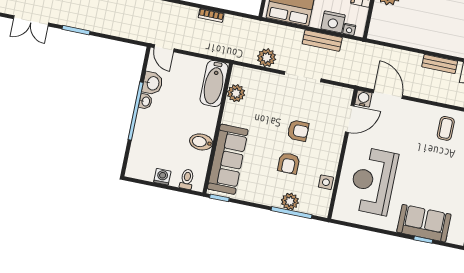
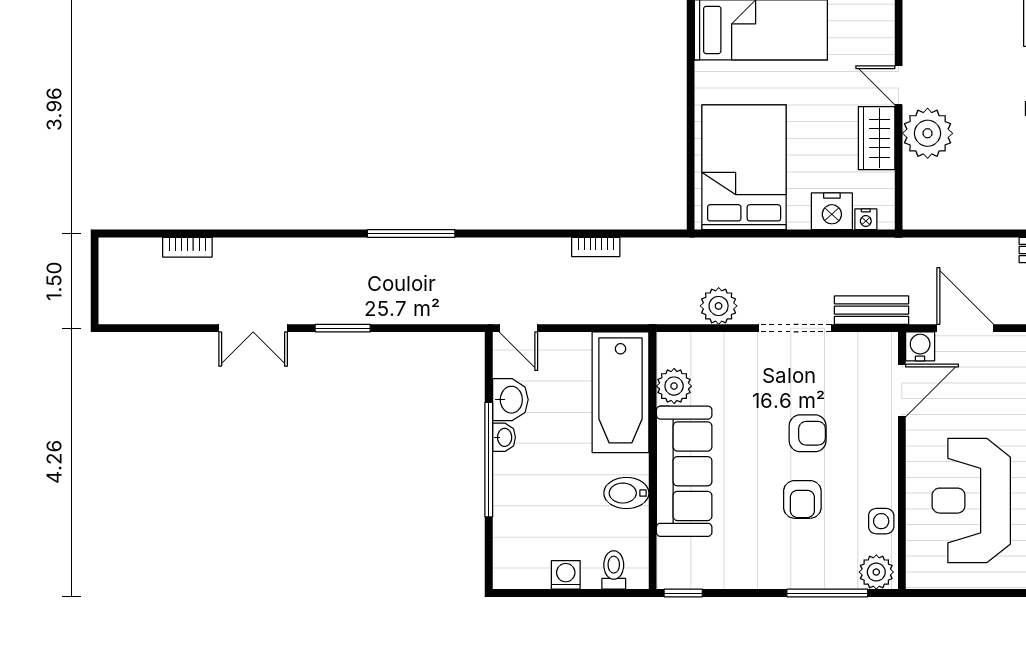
bench: (322, 41) -> (872, 310), moved
bathtub: (214, 84) -> (620, 392), width x1.36, depth x1.36
sofa: (228, 159) -> (684, 471), moved
plant: (290, 201) -> (876, 572), moved

